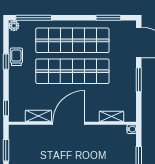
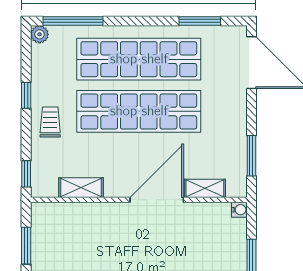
trolley: (16, 57) -> (50, 122), moved
window: (139, 80) -> (251, 156), moved
door: (69, 123) -> (157, 200), moved

